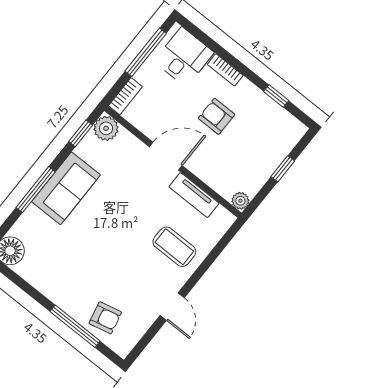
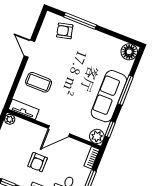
armchair: (216, 116) -> (38, 162), turned 90
sofa: (66, 188) -> (109, 96), width x1.36
tv unit: (194, 195) -> (24, 109), moved

